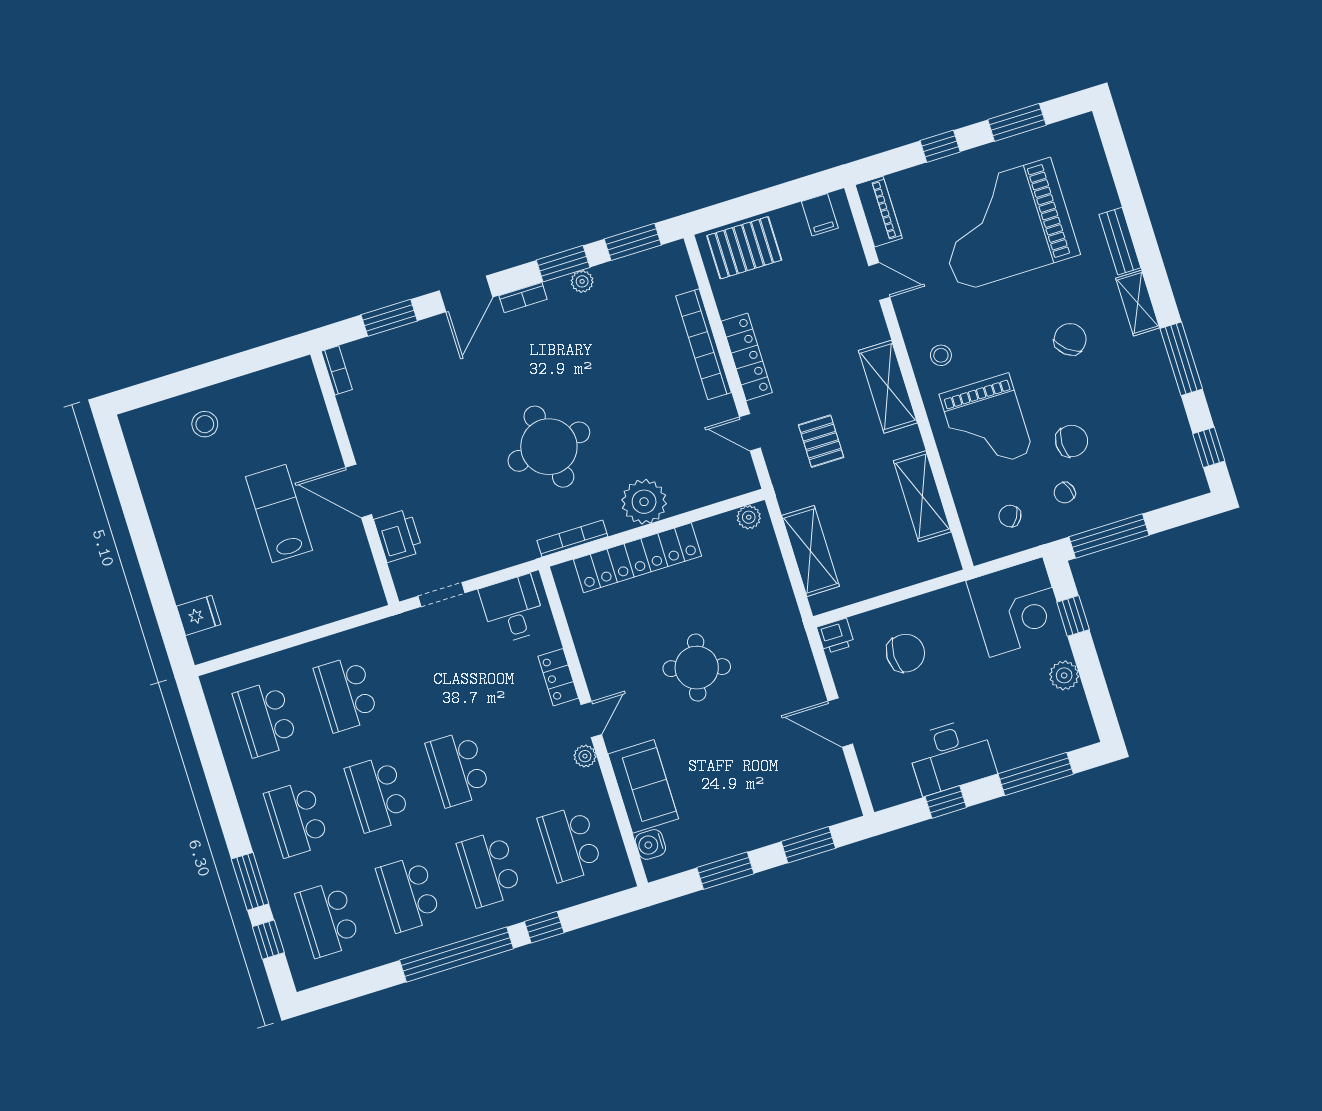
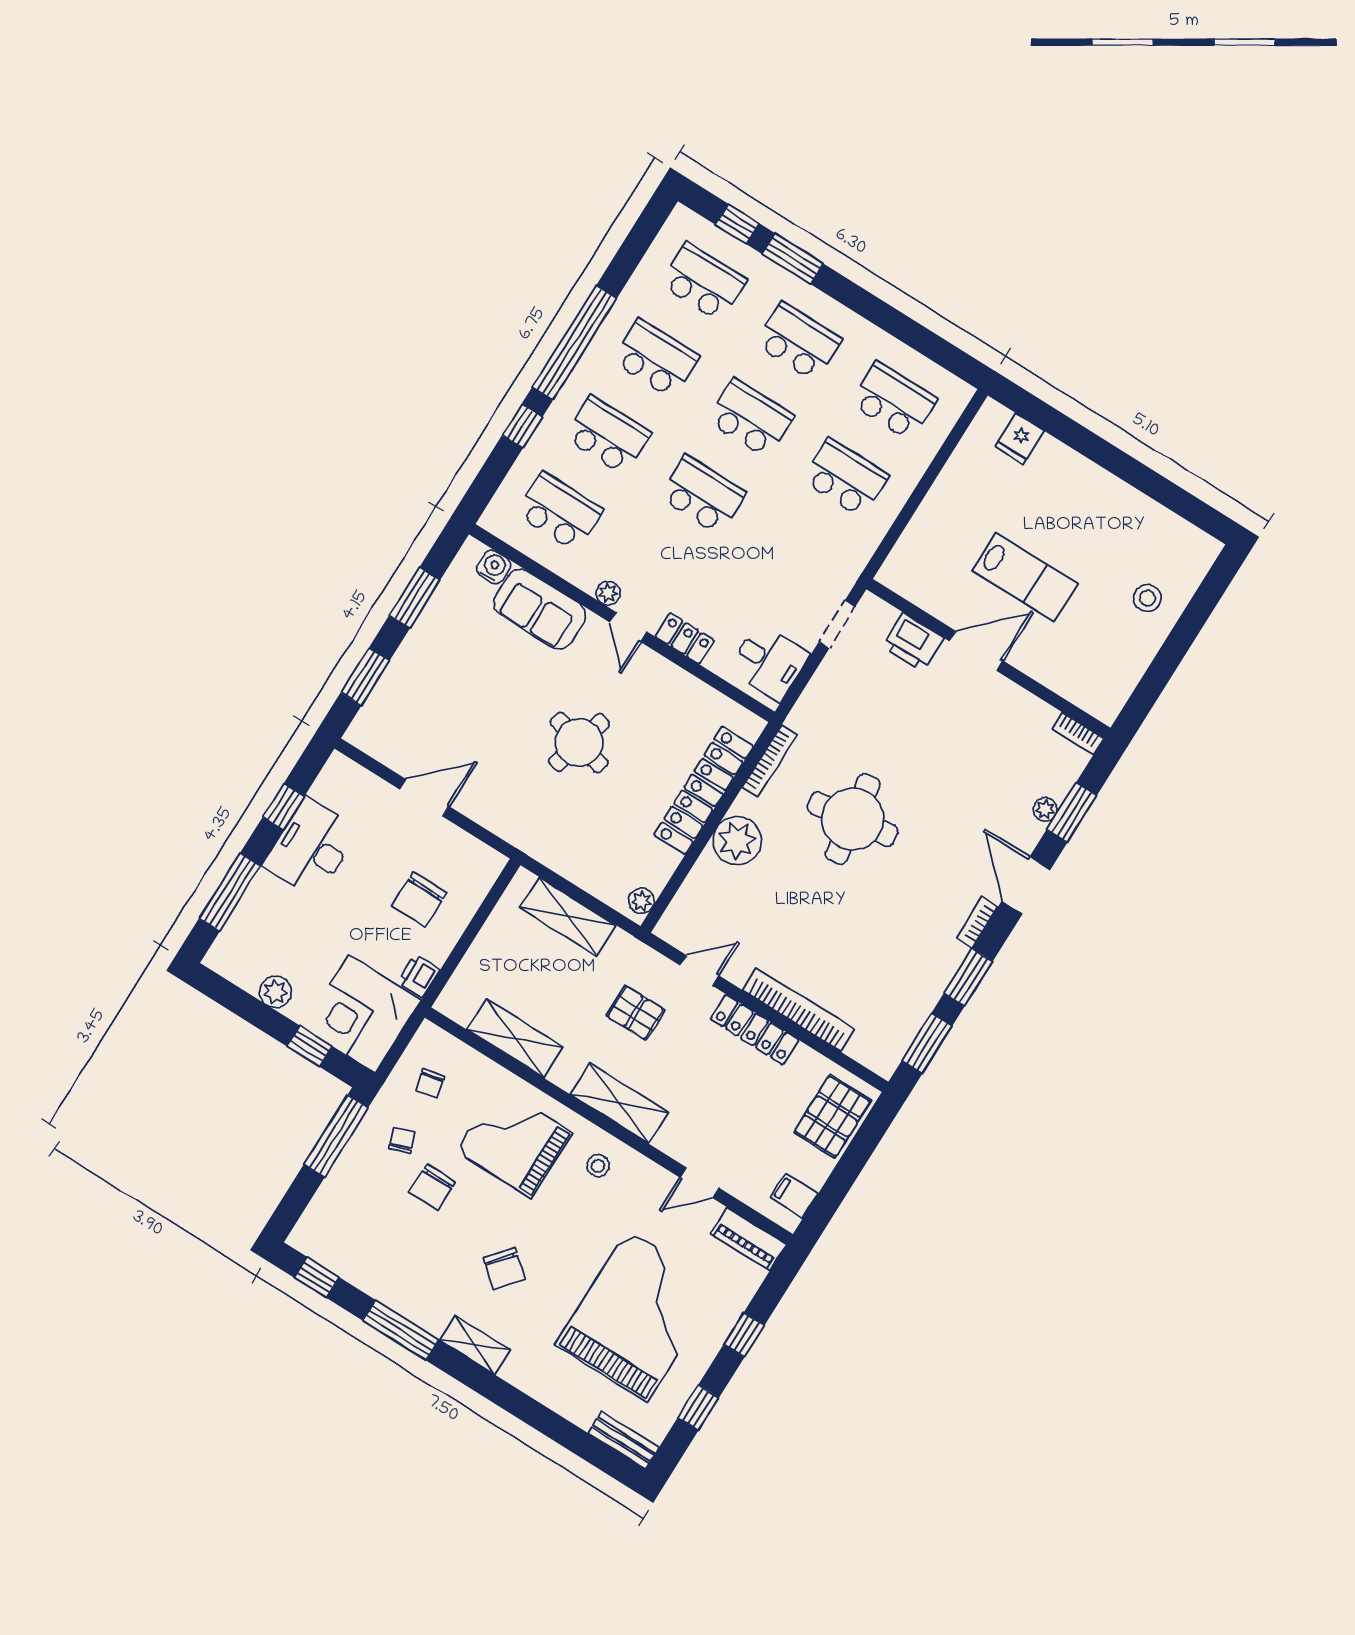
window: (1017, 122) -> (698, 1408), width x0.67
bench: (1120, 241) -> (624, 1440), moved
plant: (582, 281) -> (1045, 809), moved
chair: (1010, 516) -> (430, 1083), turned 136
printer: (836, 636) -> (419, 976), moved

